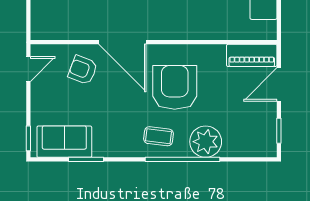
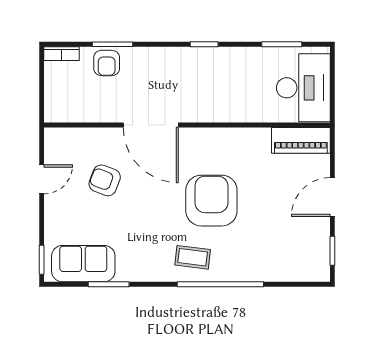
door: (122, 42) -> (151, 125), moved
wall: (154, 42) -> (187, 125), moved
piano: (252, 55) -> (301, 140), moved
plant: (206, 142) -> (247, 264), removed

